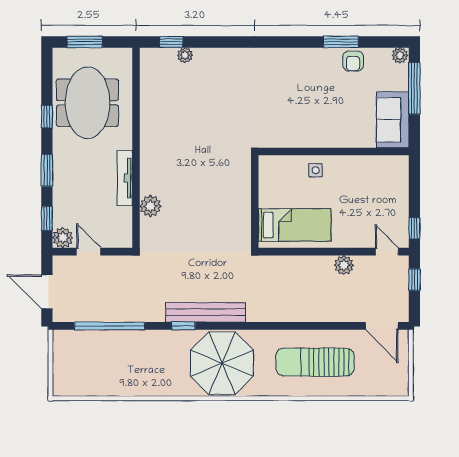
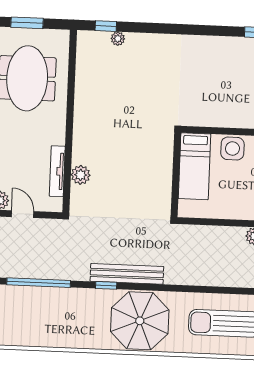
side table: (316, 170) -> (232, 149), width x1.87, depth x1.87
tv unit: (125, 178) -> (57, 171), moved
bed: (295, 225) -> (195, 166), moved, turned 90

